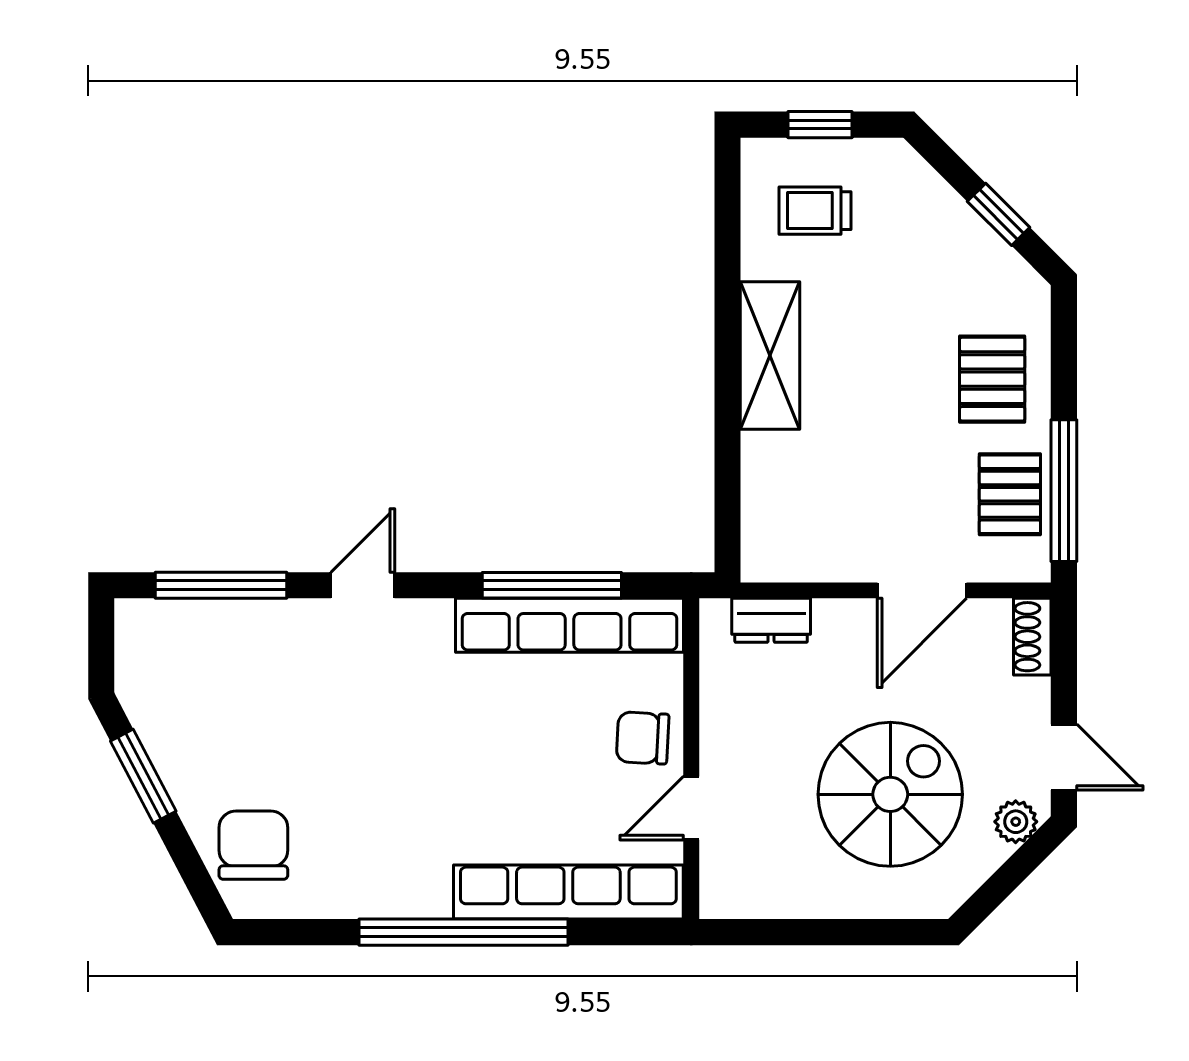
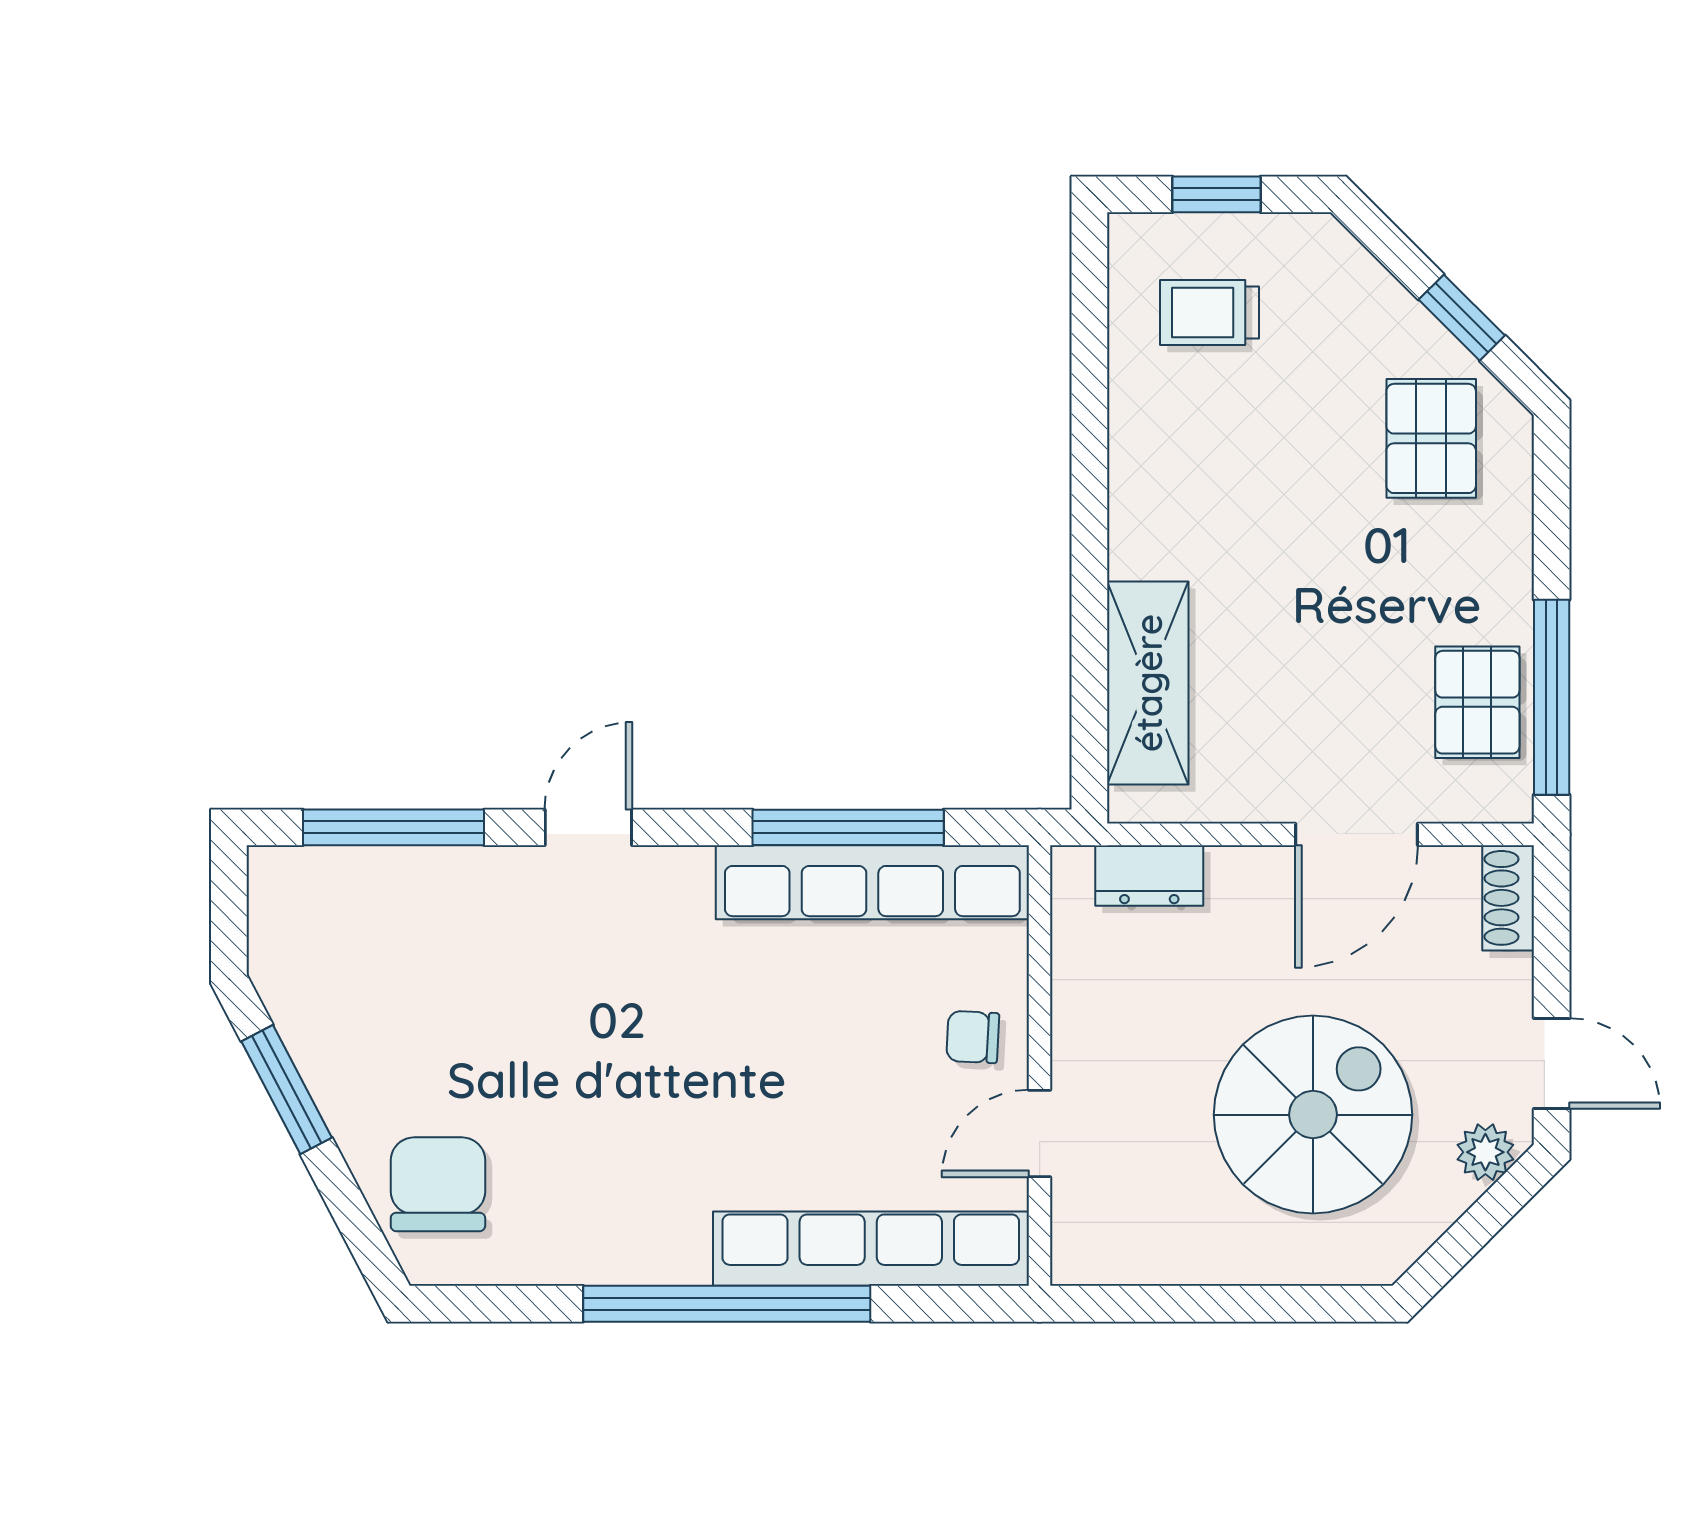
shelving: (770, 356) -> (1148, 683), moved
pallet: (992, 379) -> (1431, 438), moved
chair: (643, 738) -> (973, 1037), width x0.73, depth x0.73

